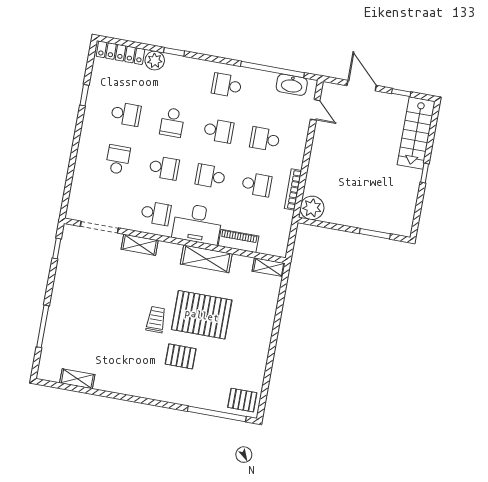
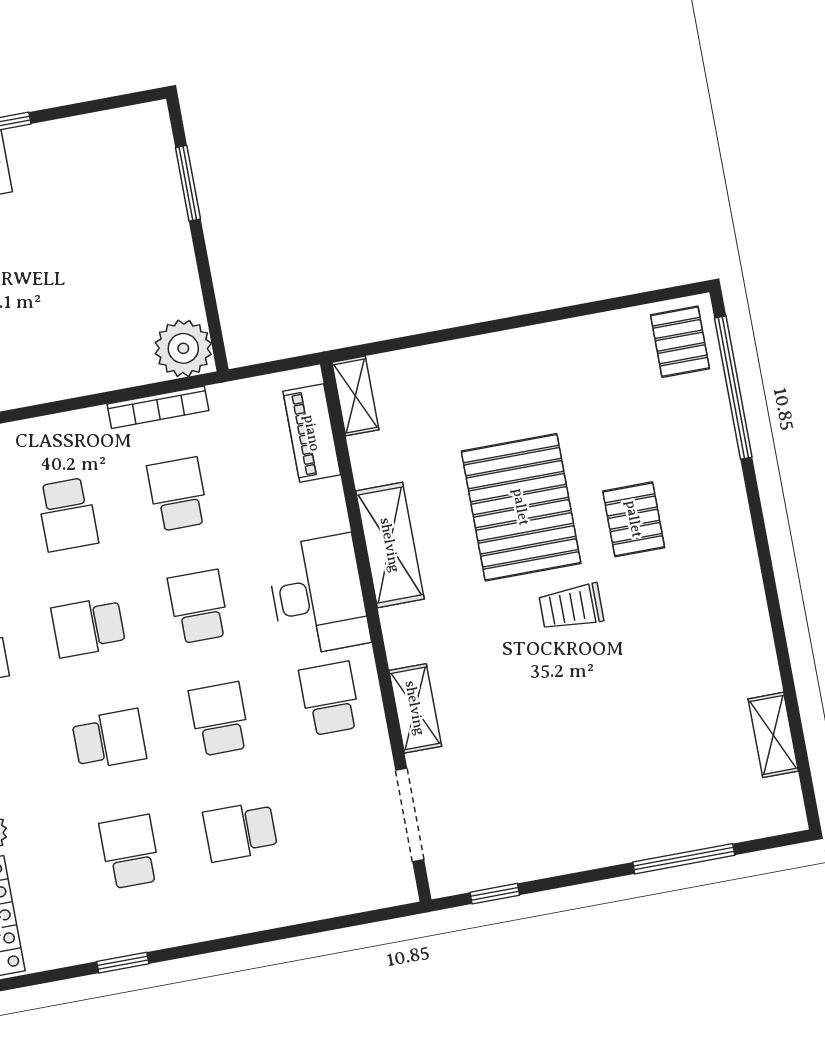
school desk: (219, 131) -> (88, 627), turned -90
school desk: (210, 176) -> (199, 607), turned 180
piano: (238, 241) -> (312, 433), moved

